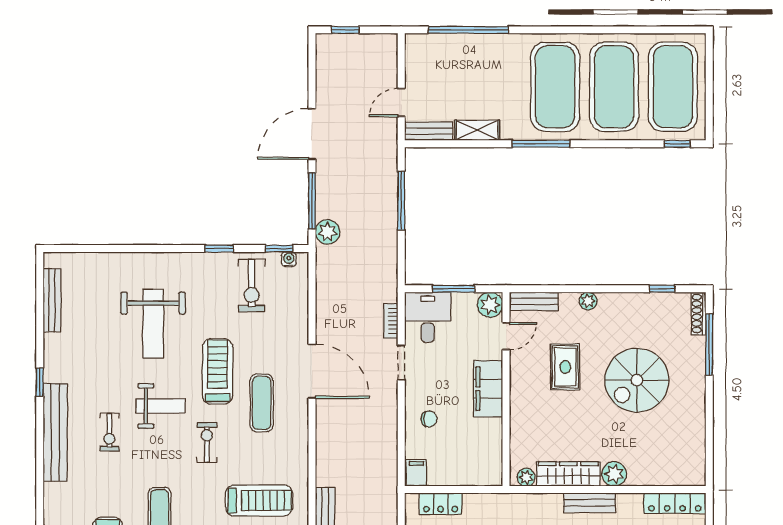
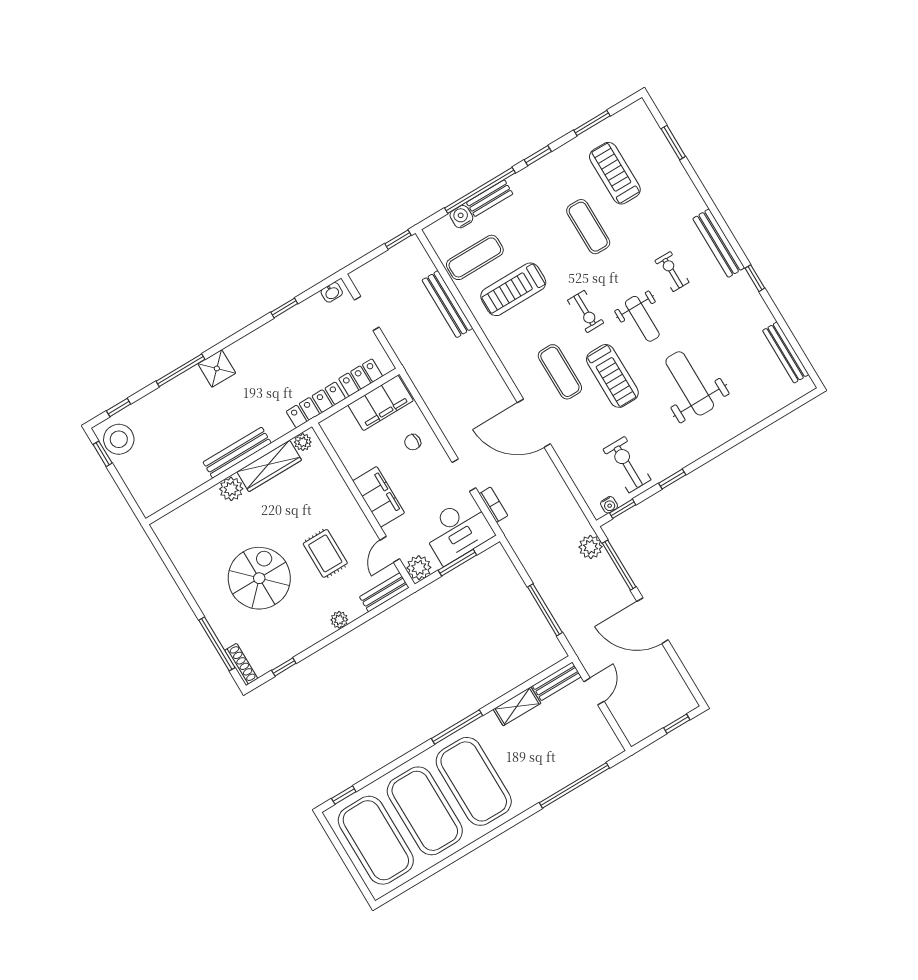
door: (312, 134) -> (652, 621), swing flipped
desk: (428, 317) -> (457, 531), width x1.37
weight bench: (161, 406) -> (642, 319), turned -90
bench: (55, 432) -> (719, 243), width x0.73, depth x0.82
filing cabinet: (416, 473) -> (381, 403), width x3.00, depth x1.17
bench: (590, 503) -> (237, 453), width x1.36
locker: (675, 503) -> (316, 405), moved

